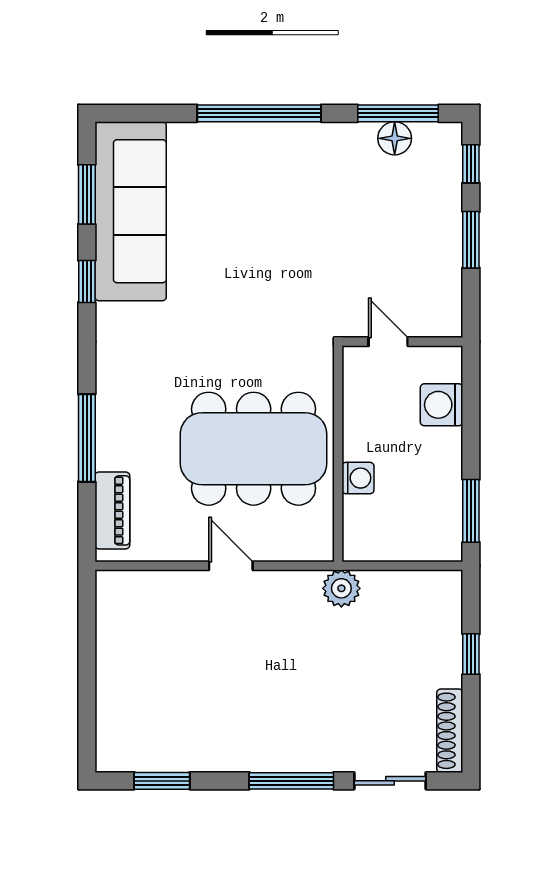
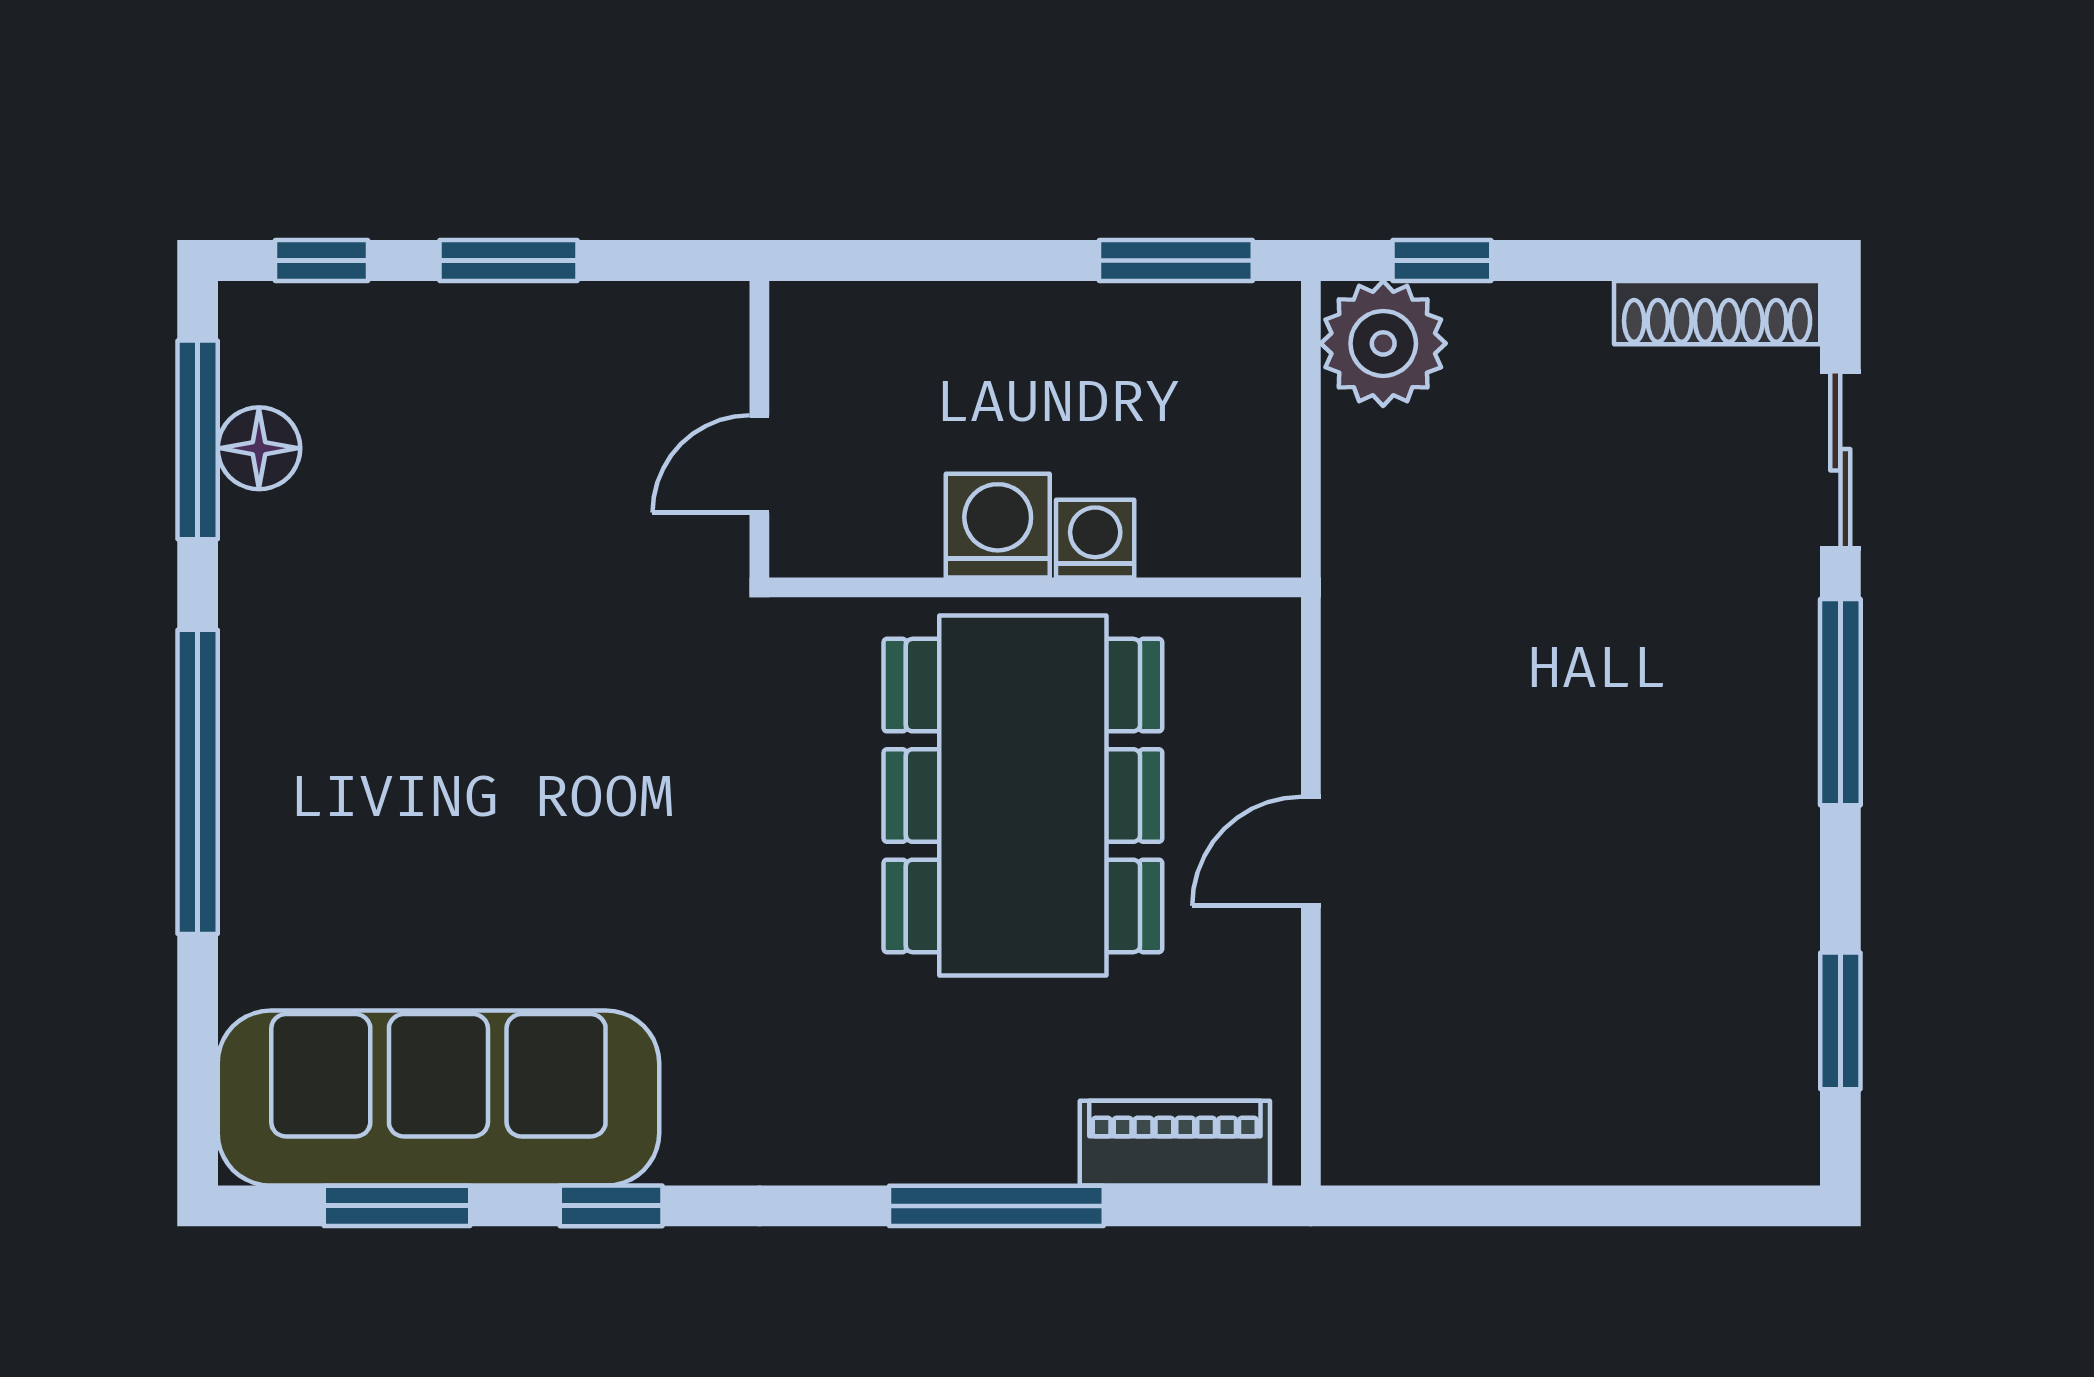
washing machine: (442, 405) -> (998, 526), moved, turned 180
plant: (341, 588) -> (1383, 343), moved, width x1.36, depth x1.36
window: (471, 654) -> (1442, 261), moved

